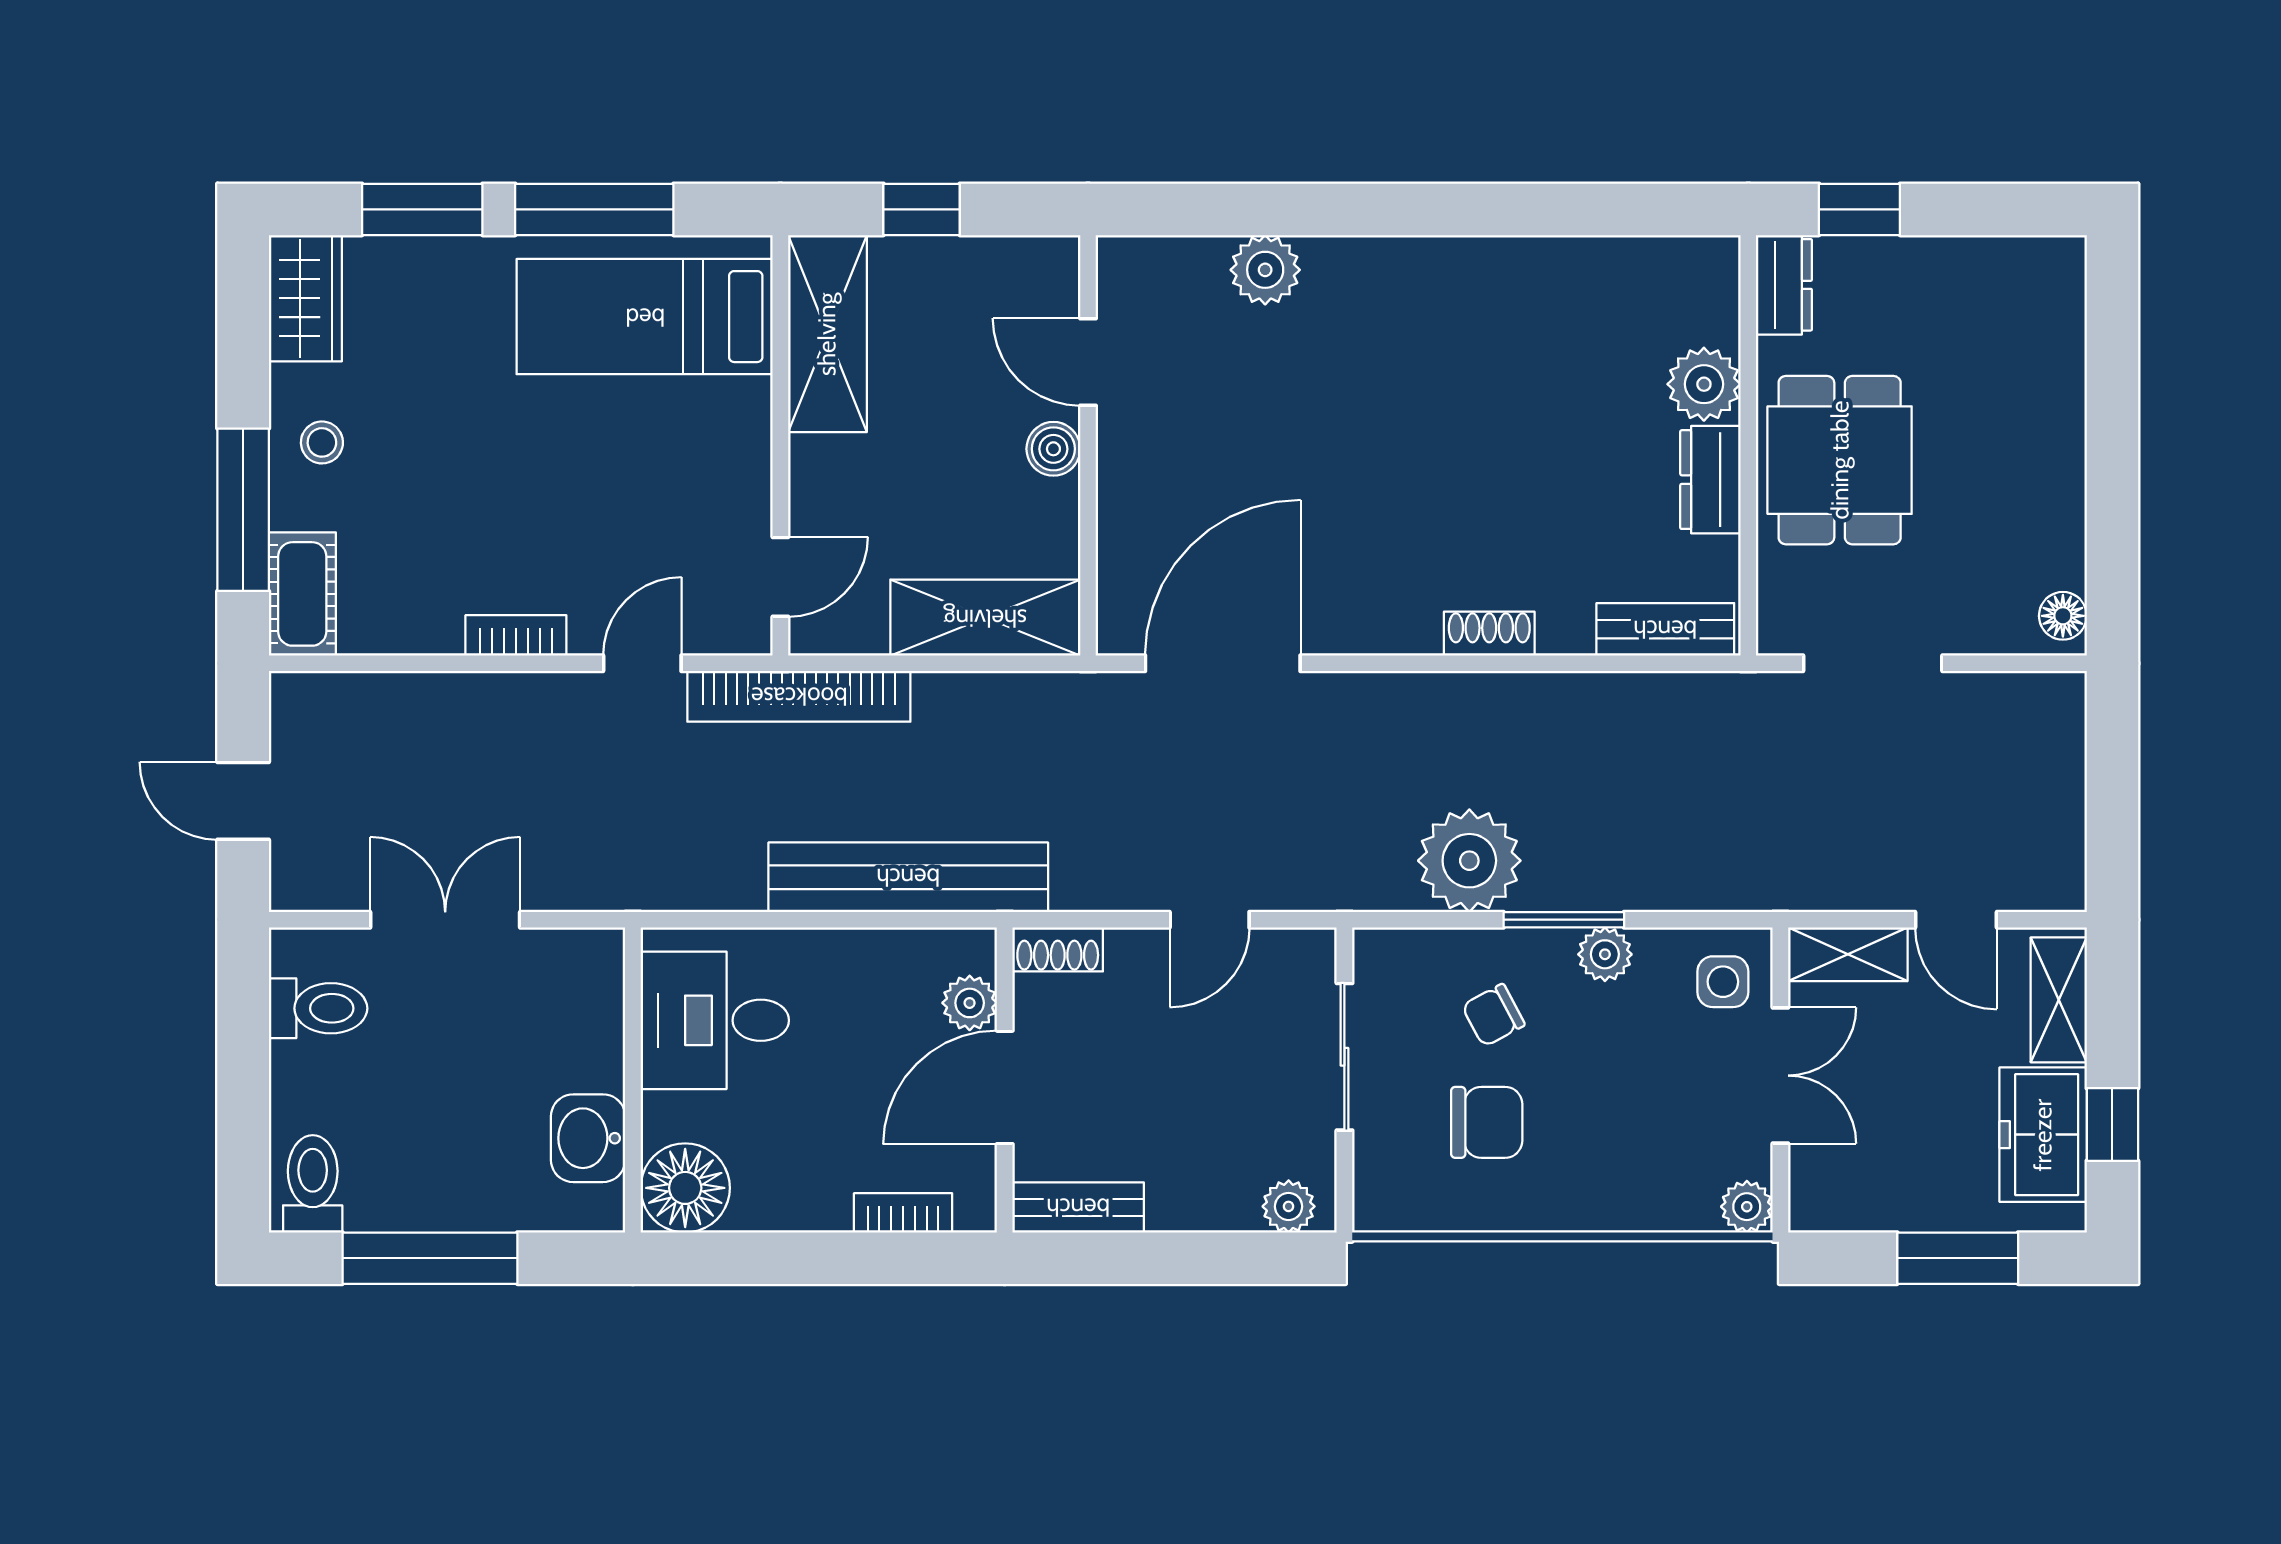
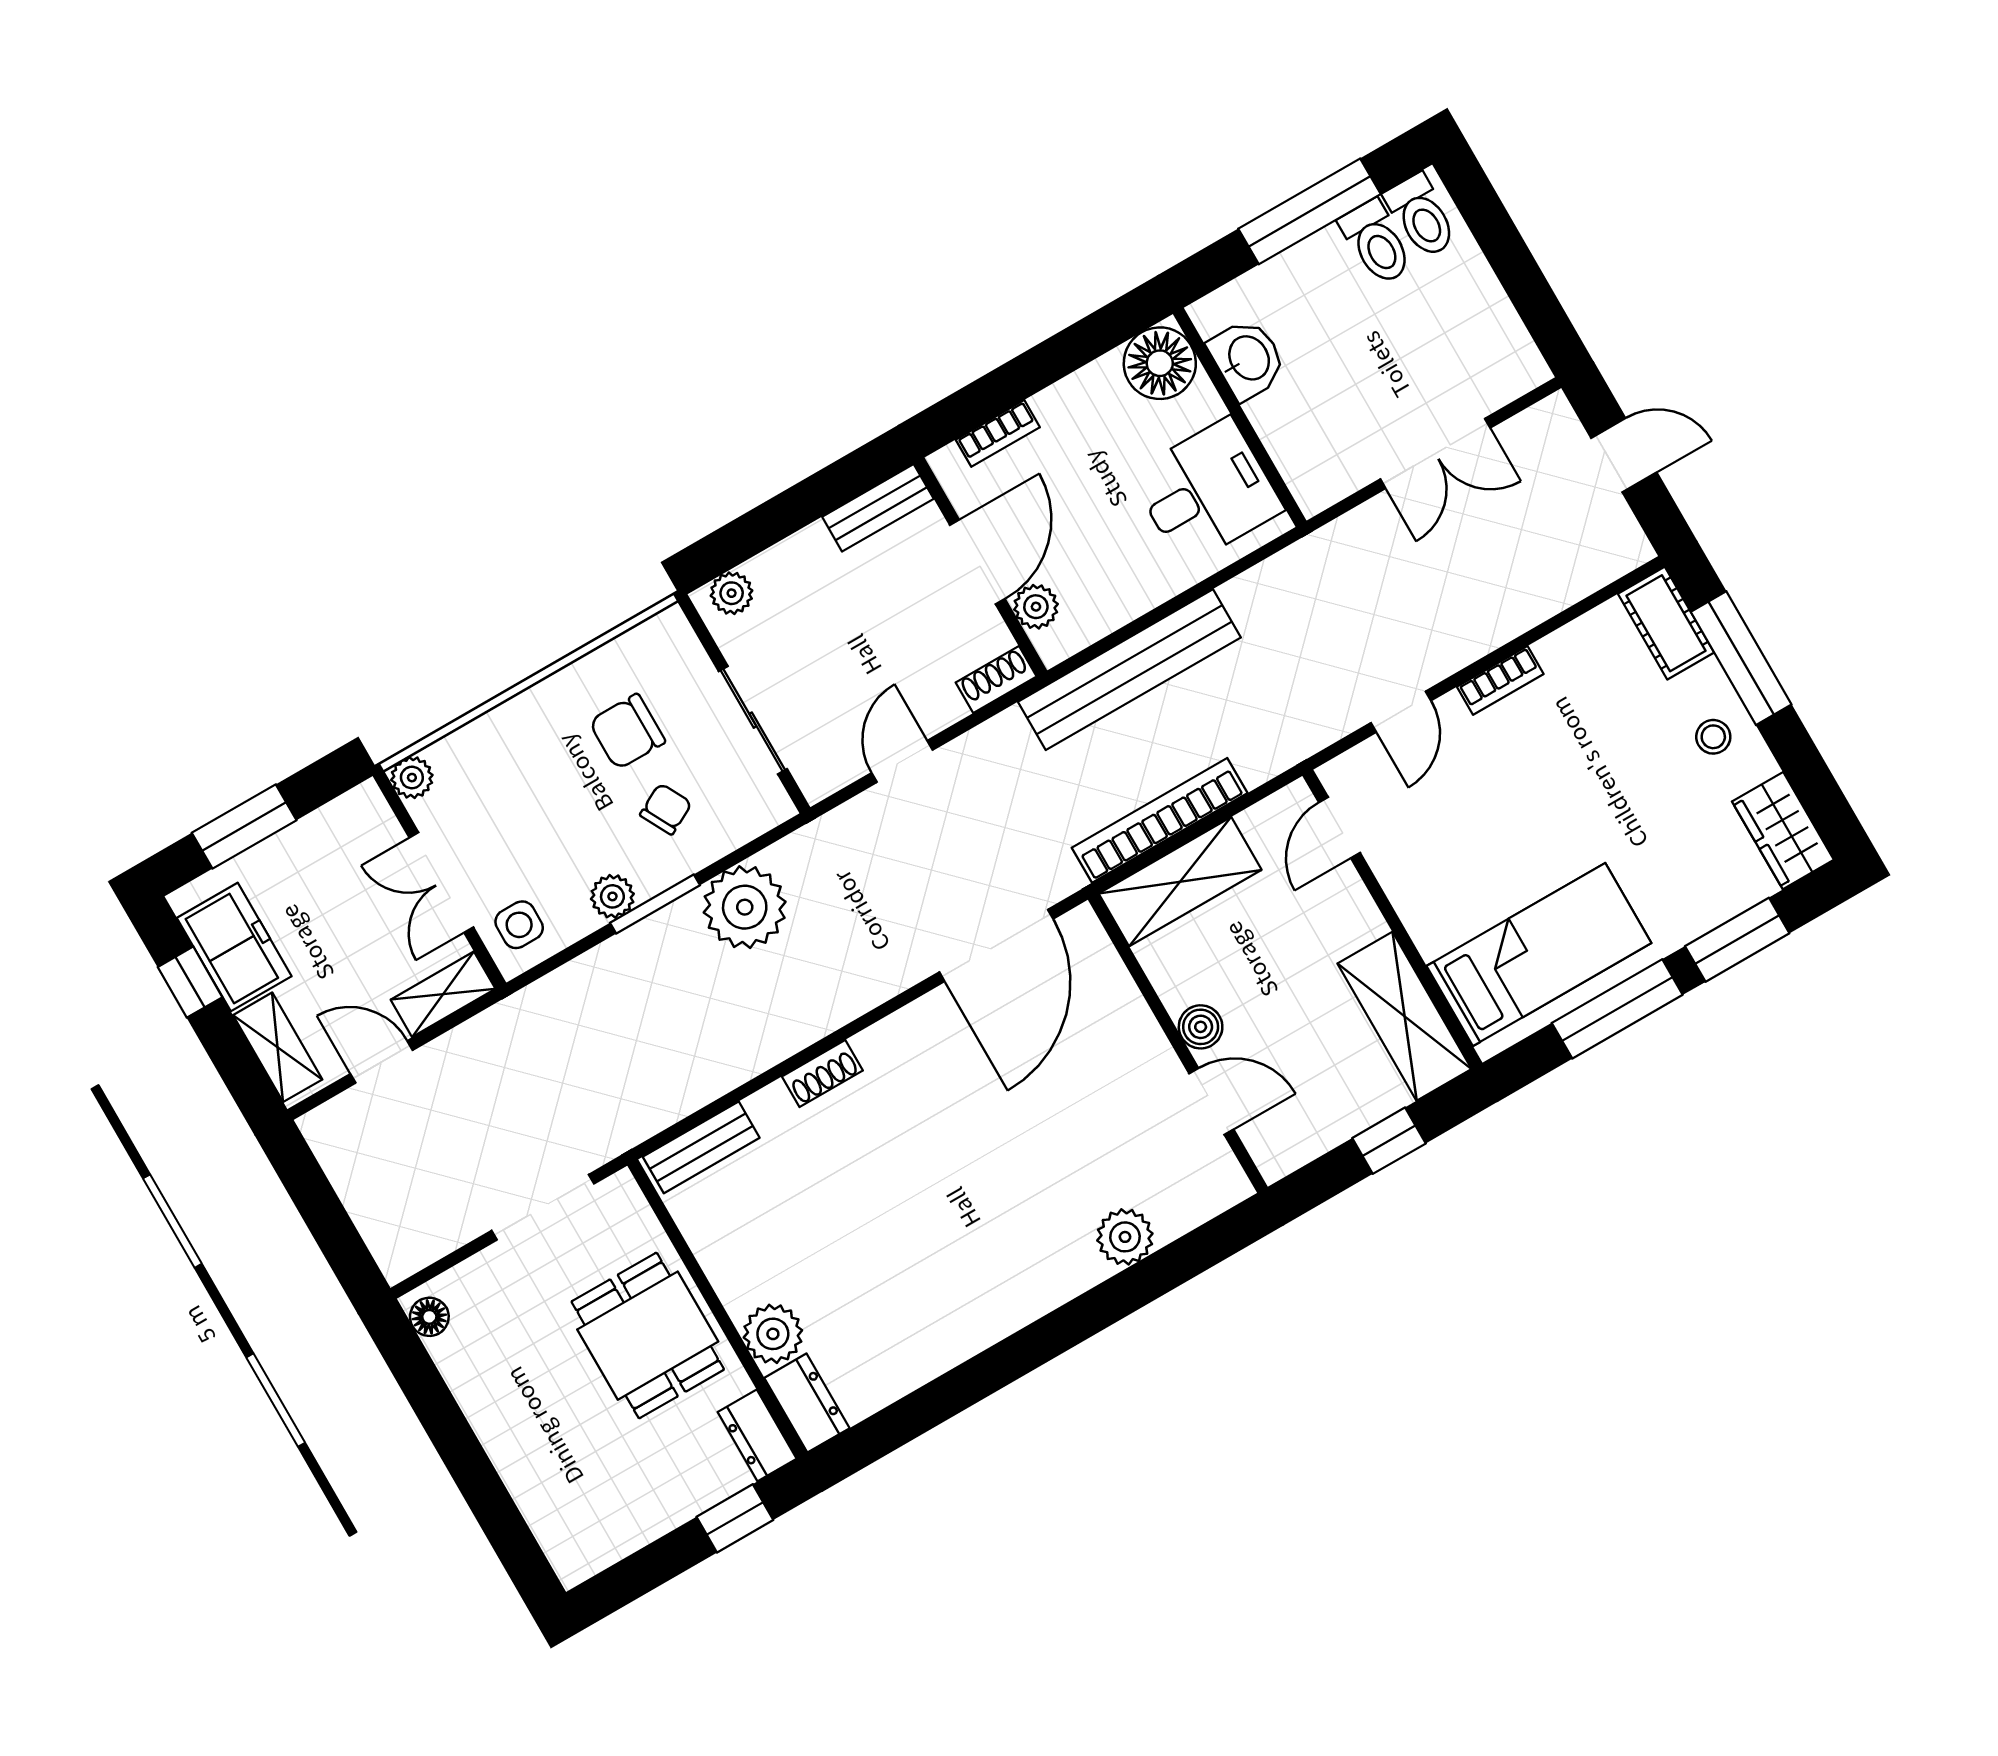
dresser: (1710, 480) -> (807, 1403), moved
bookcase: (799, 696) -> (1160, 820), moved
toilet: (318, 1008) -> (1376, 242), moved, turned -90

